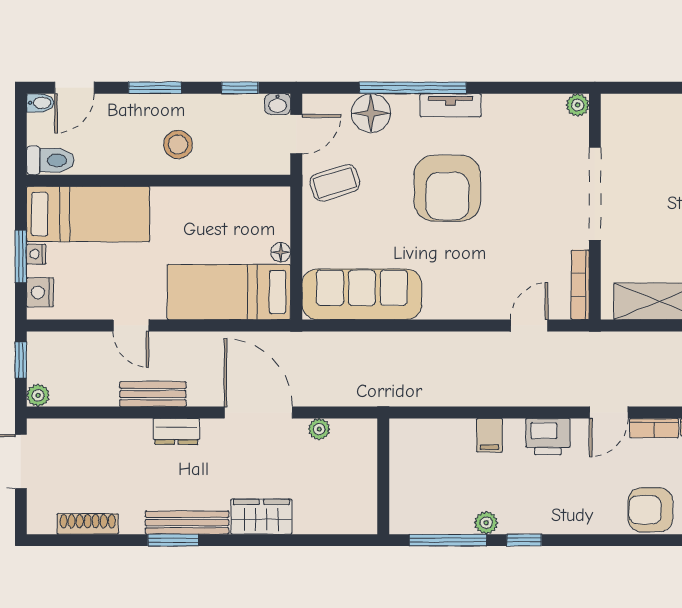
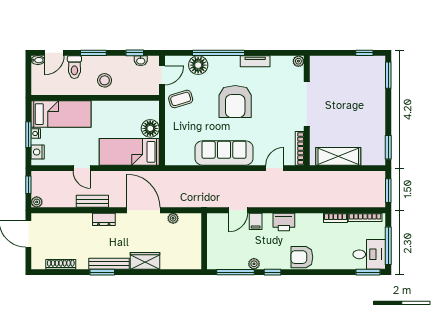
washbasin: (278, 104) -> (141, 61), moved
tv unit: (451, 105) -> (255, 61), moved
toilet: (50, 160) -> (74, 67), moved, turned 90
floor lamp: (281, 252) -> (150, 128), width x1.89, depth x1.89
sofa: (362, 294) -> (224, 153), moved
door: (609, 413) -> (238, 210), moved
armchair: (650, 510) -> (302, 257), moved

